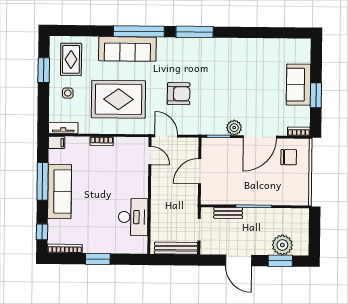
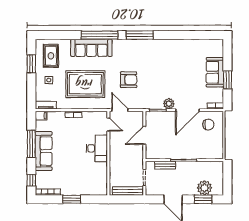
desk: (133, 217) -> (97, 148), moved

